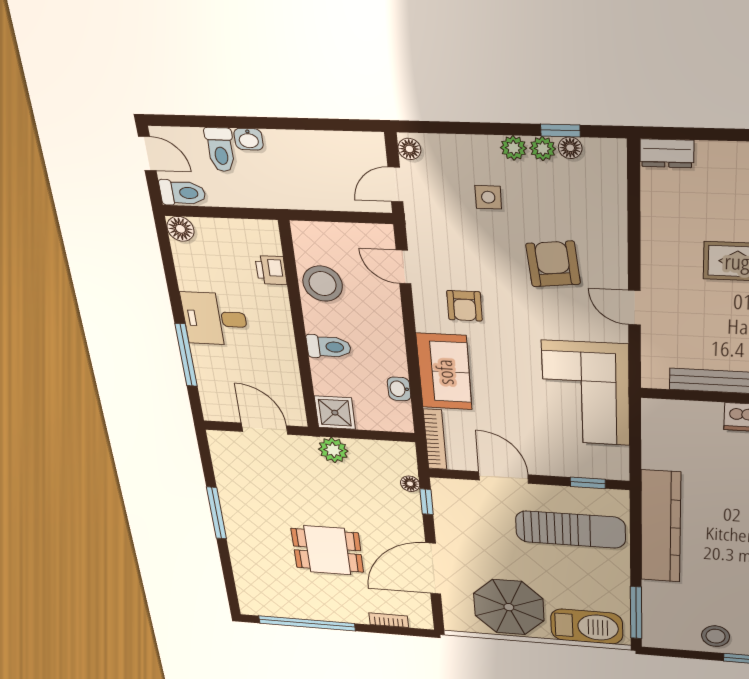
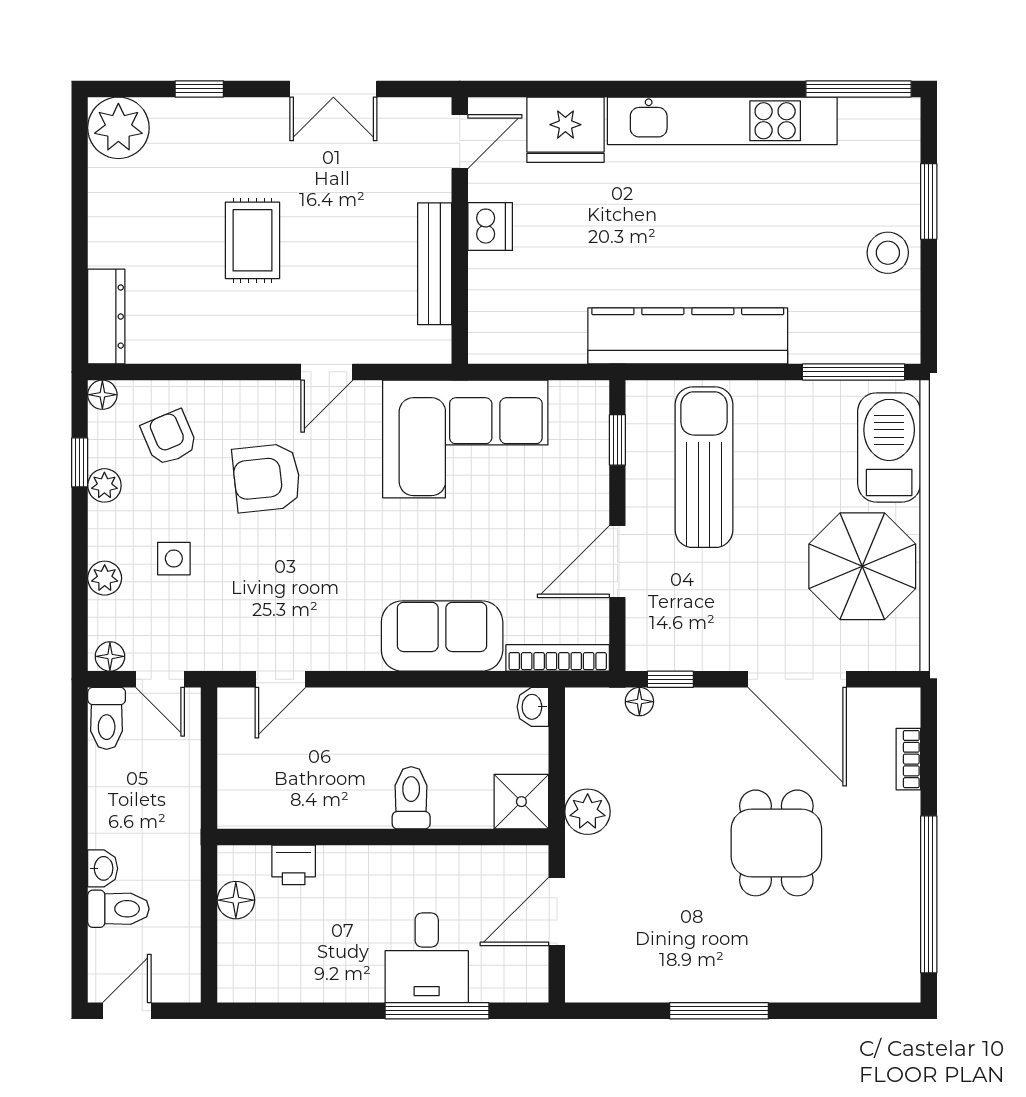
plant: (514, 148) -> (105, 578), moved
floor lamp: (570, 148) -> (102, 395), moved
dresser: (667, 153) -> (106, 317), width x1.44
toilet: (183, 193) -> (107, 718), moved, turned 180
floor lamp: (180, 229) -> (236, 900), moved
stool: (323, 284) -> (311, 795), removed
armchair: (464, 306) -> (169, 438), moved, turned -113
desk: (215, 319) -> (427, 958), moved
washbasin: (399, 389) -> (533, 707), moved, turned 90

